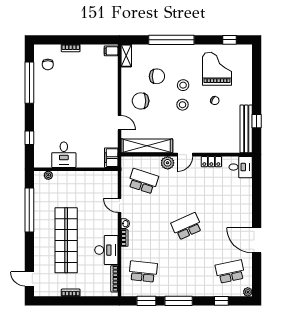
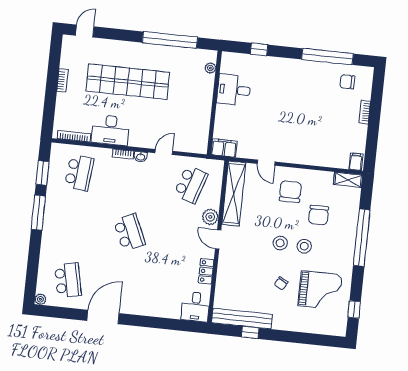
door: (119, 123) -> (266, 163), hinge flipped
window: (221, 301) -> (33, 266), removed

